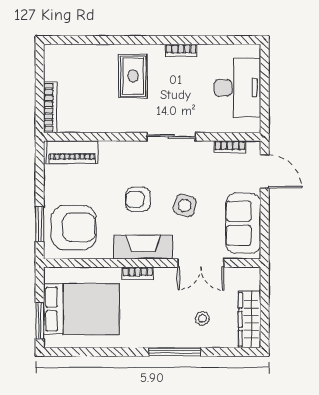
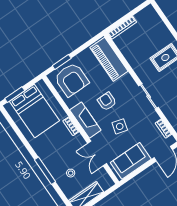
piano: (72, 152) -> (109, 59), width x1.37, depth x1.33

